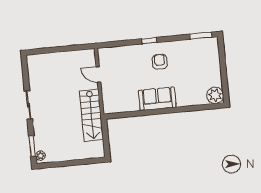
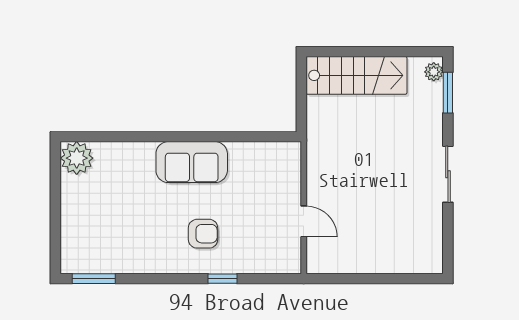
window: (149, 41) -> (222, 279), moved
armchair: (160, 62) -> (203, 234), moved, turned -90
stairs: (91, 115) -> (356, 75), moved, turned 90

